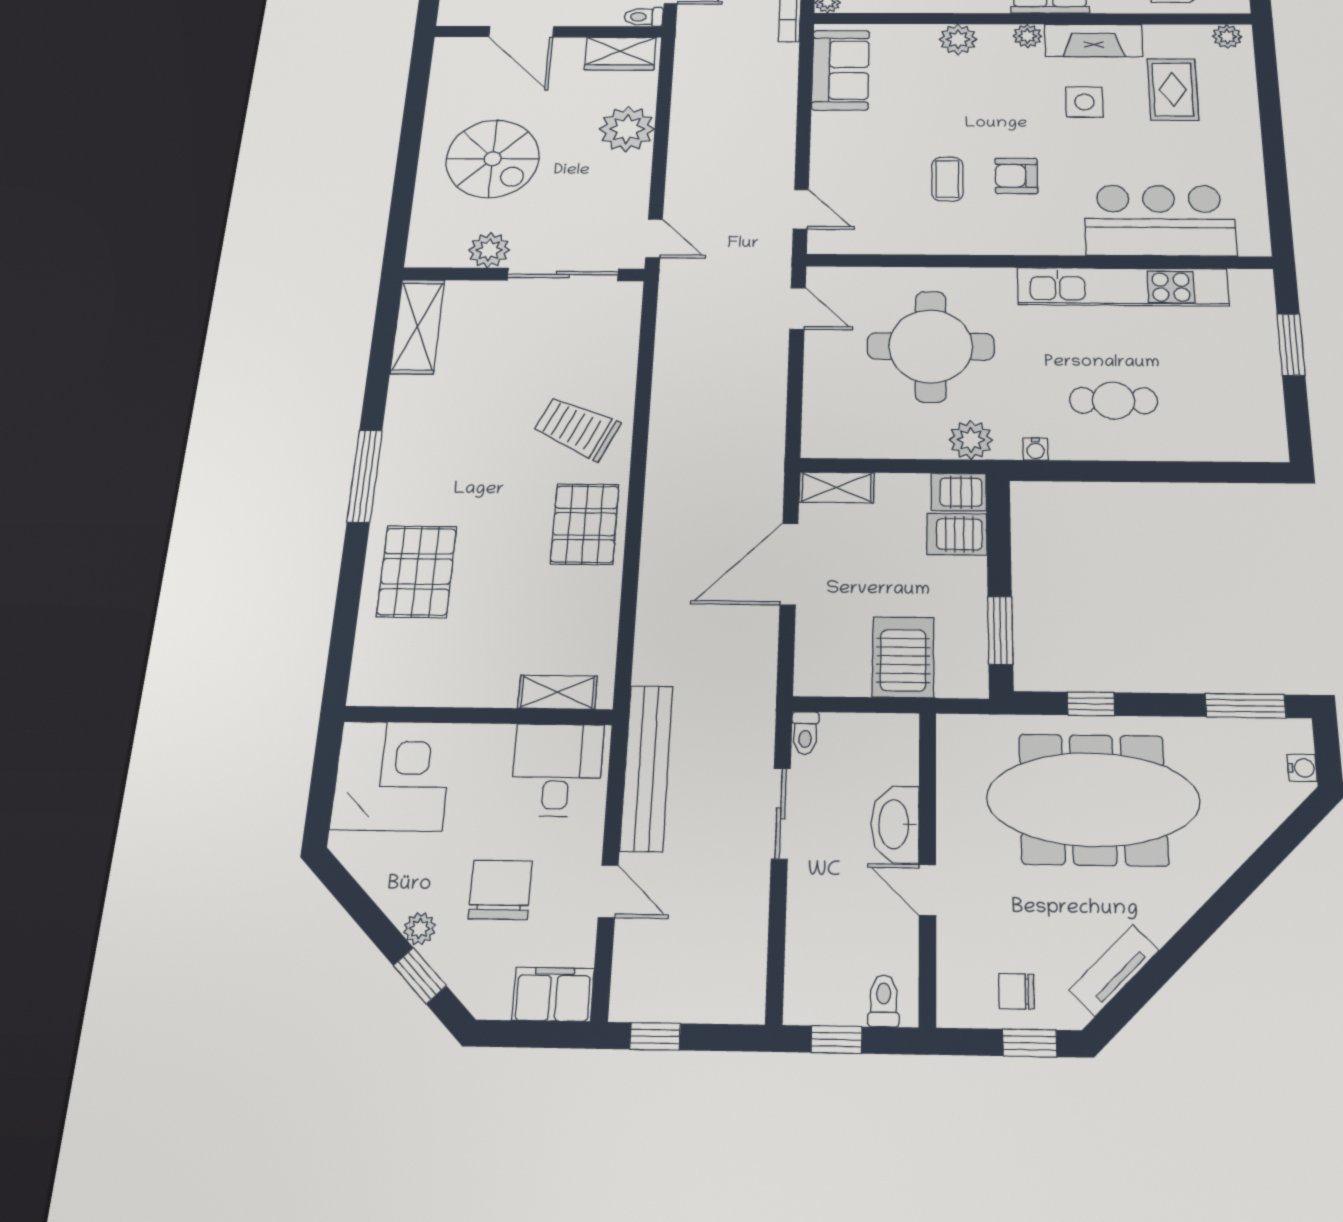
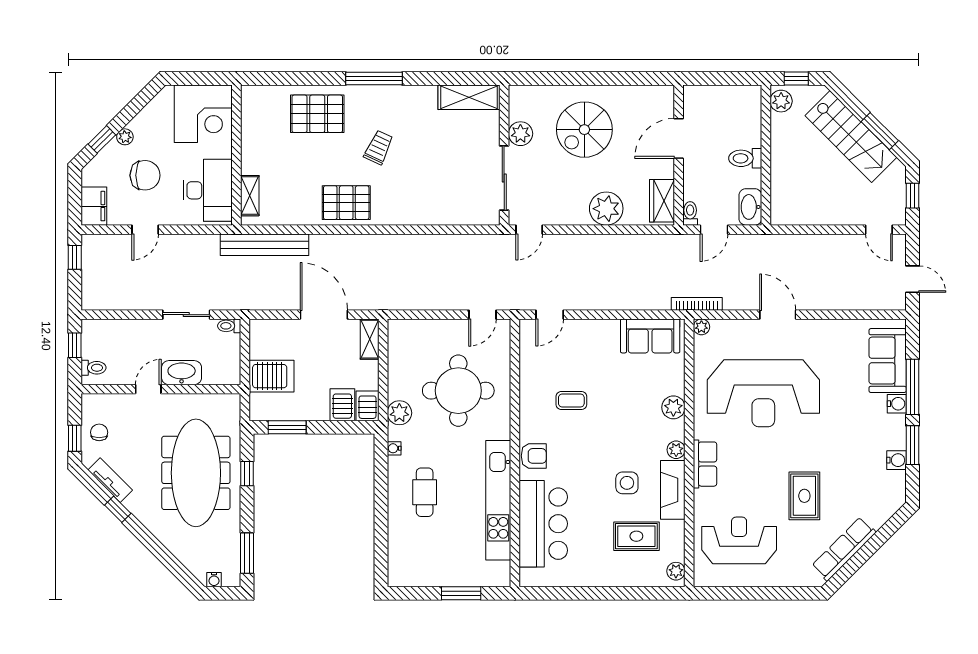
armchair: (1016, 176) -> (534, 456), moved, turned 90
trolley: (577, 428) -> (379, 147), moved, width x0.73, depth x0.72
bench: (646, 768) -> (264, 245), moved
desk: (557, 770) -> (208, 190), width x1.37
window: (1173, 955) -> (118, 509), added

